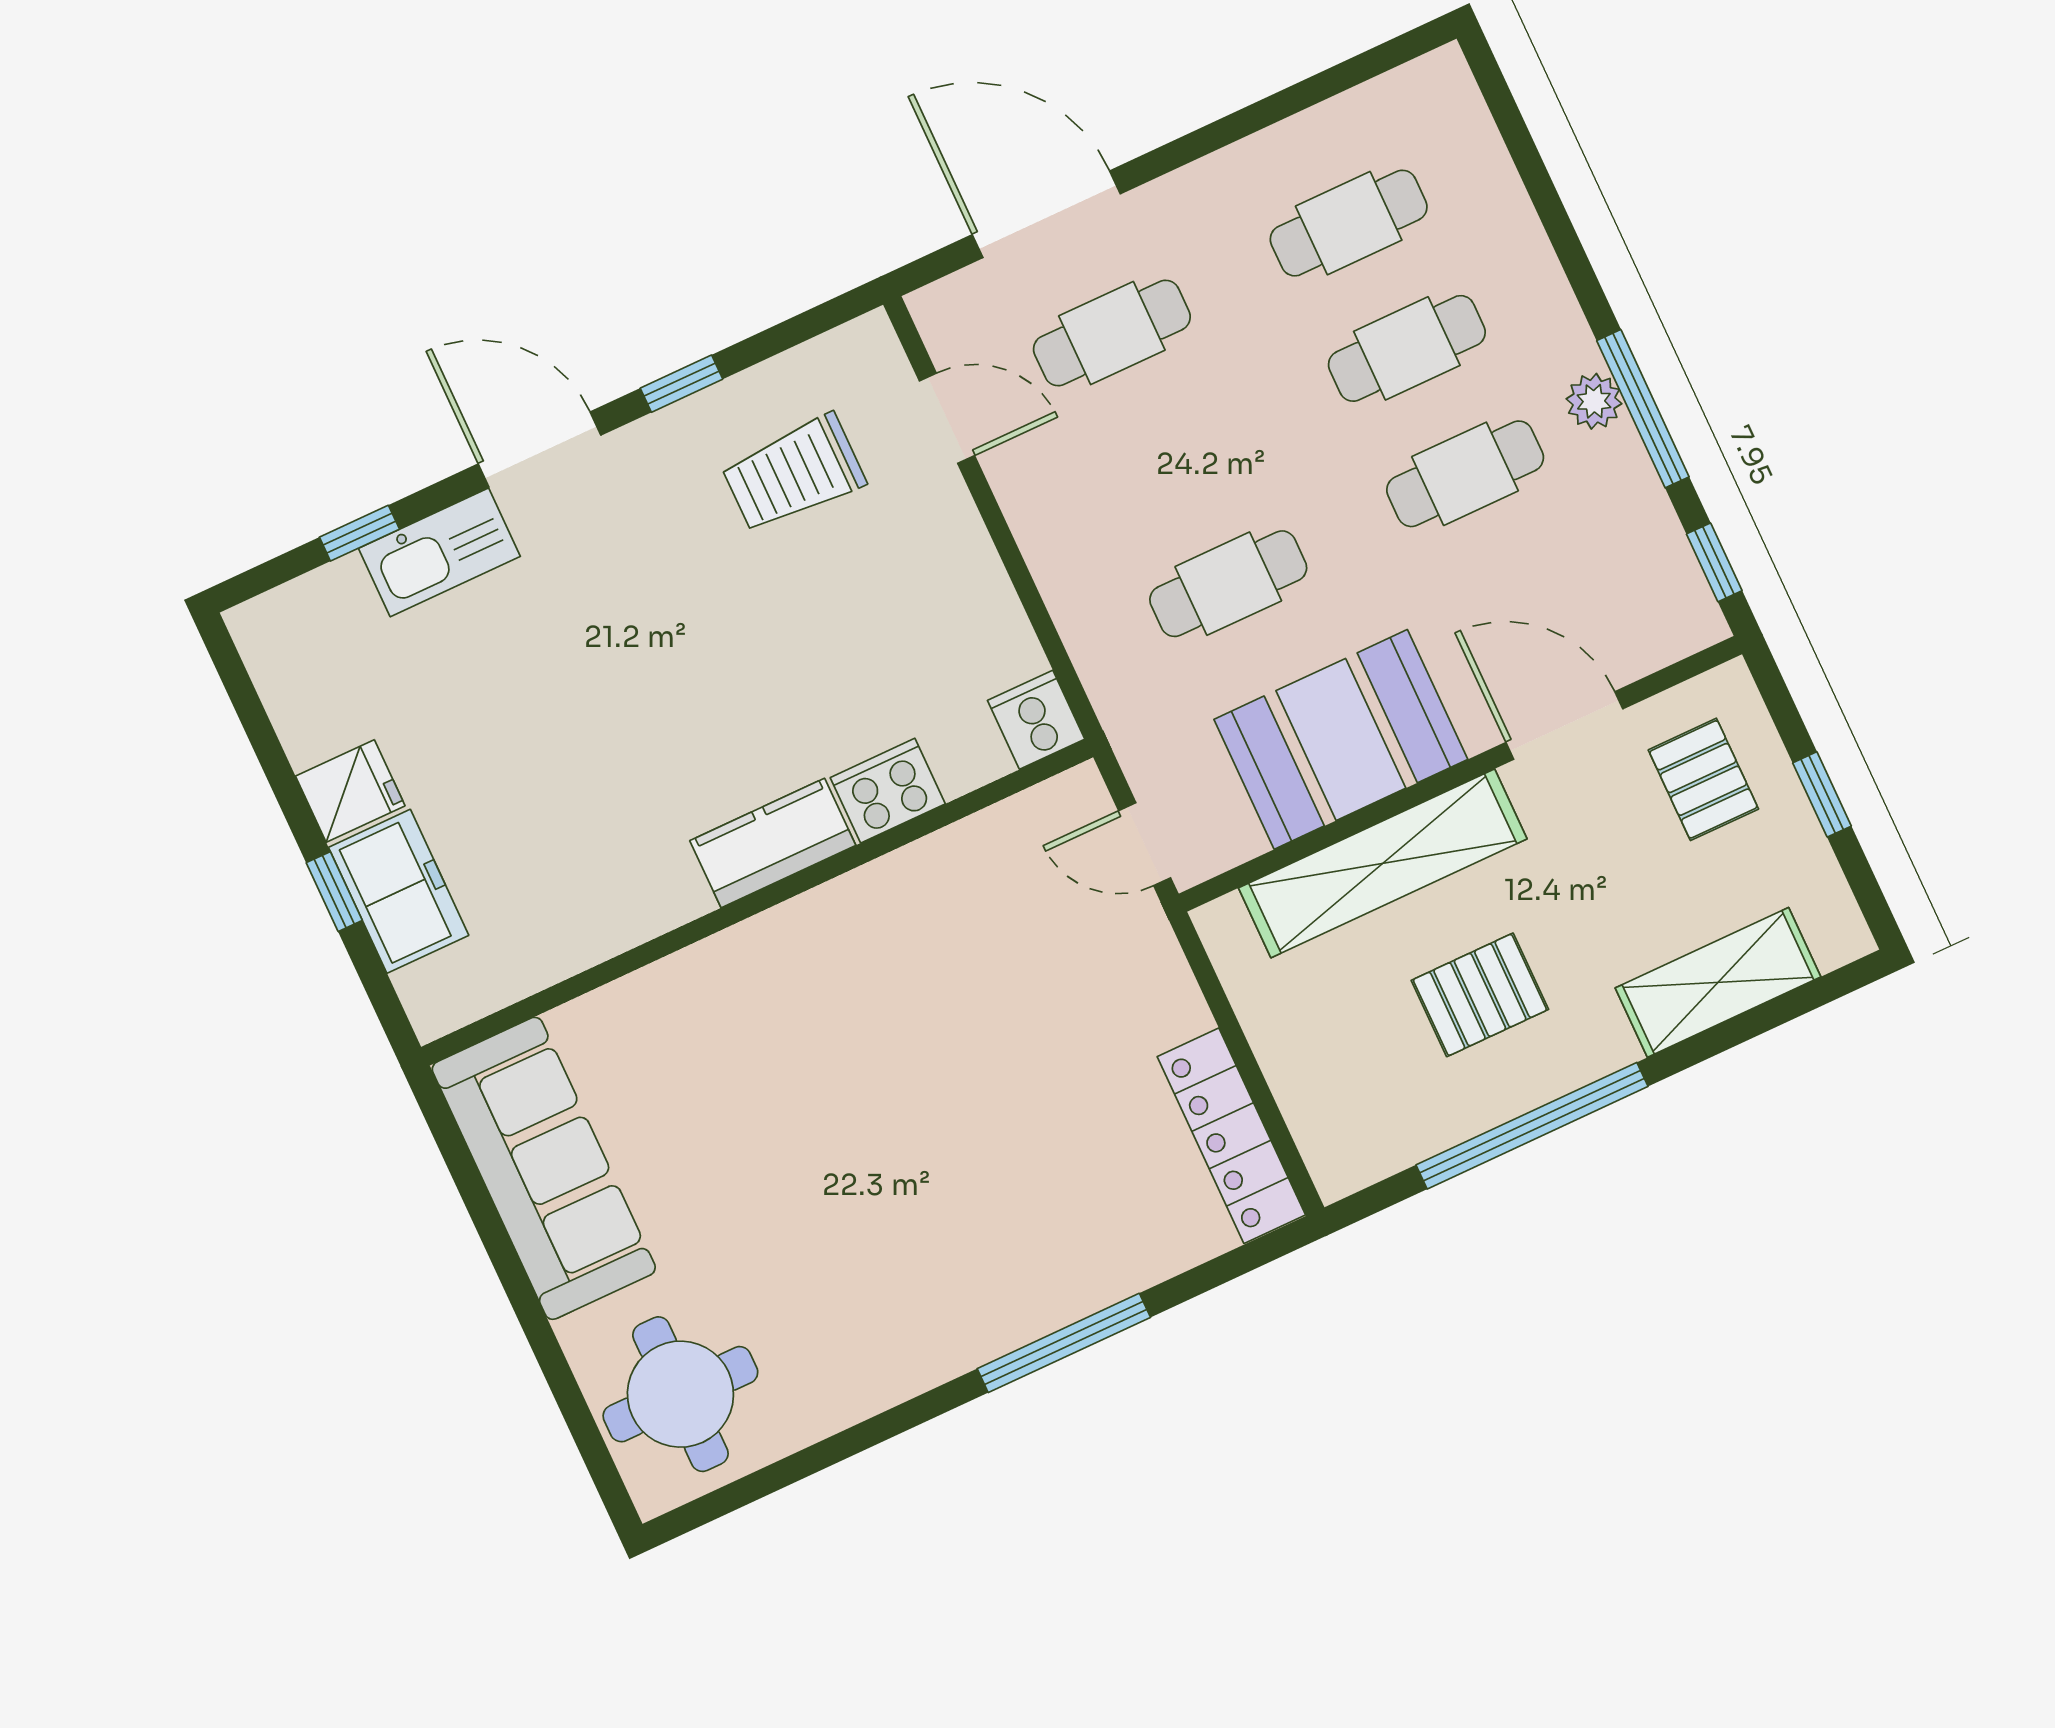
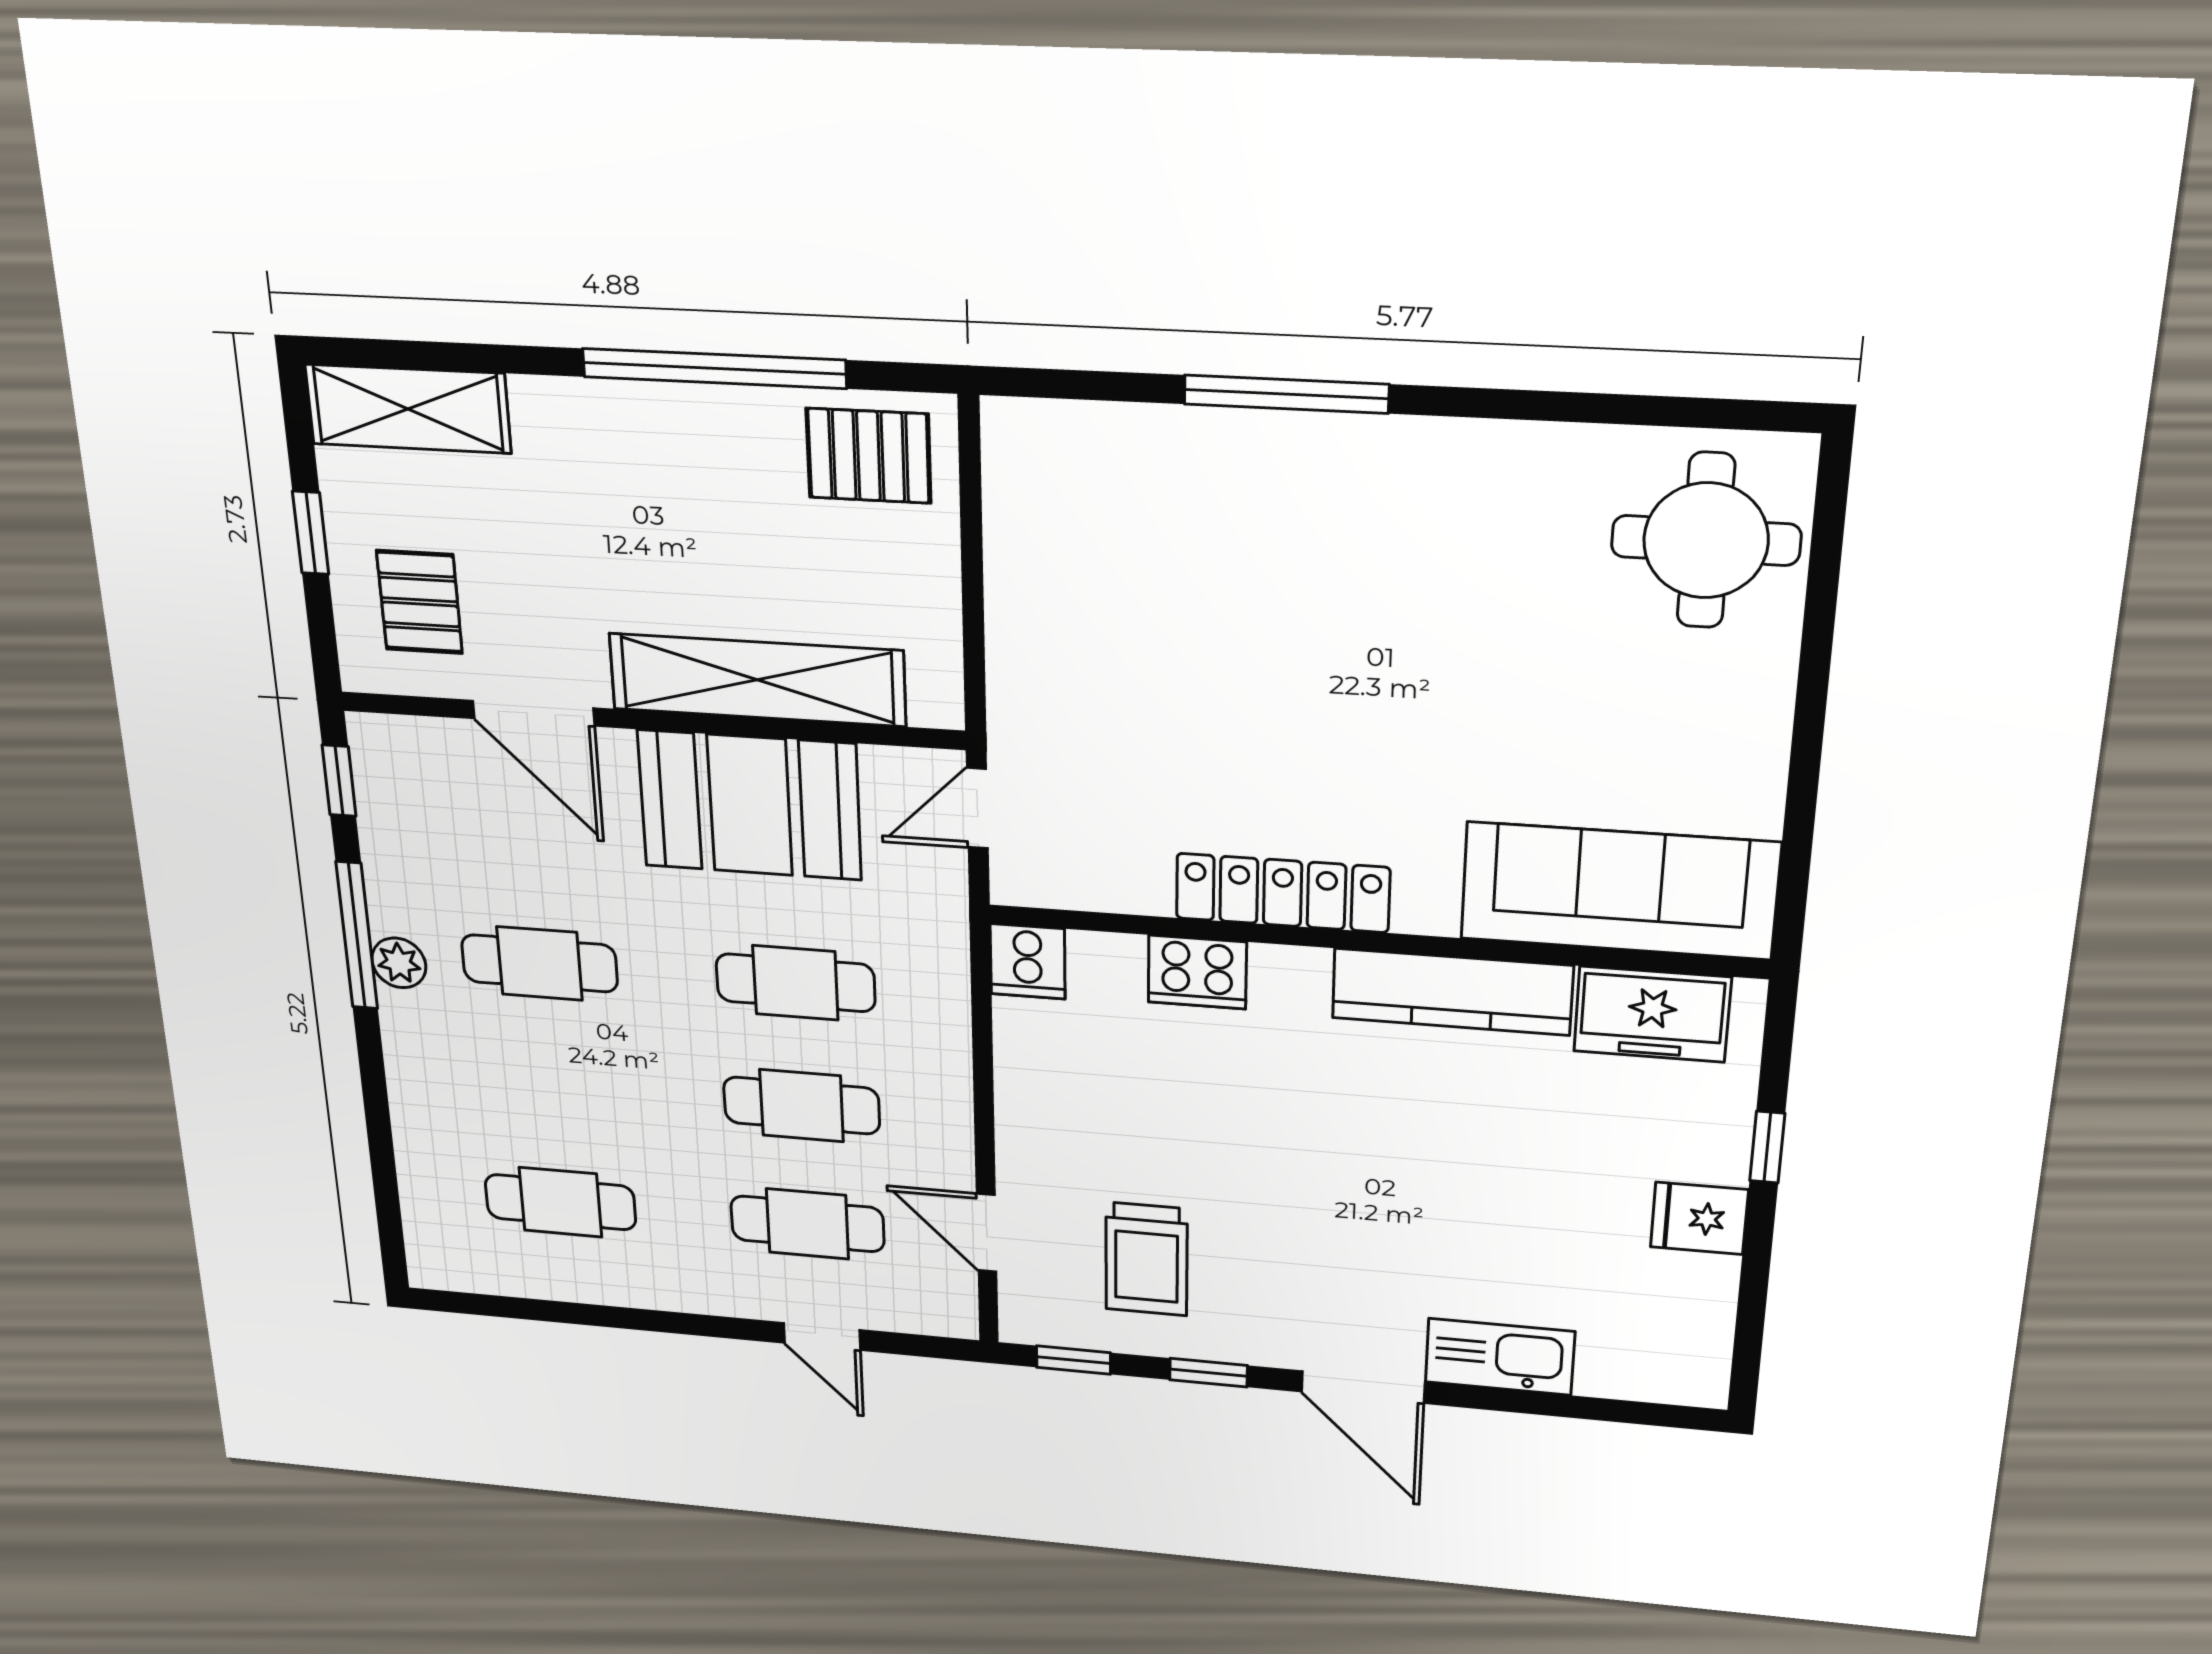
door: (1046, 214) -> (822, 1337), width x0.53
cafe table: (1407, 348) -> (802, 1106), moved
trolley: (794, 474) -> (1146, 1259), turned 90
window: (359, 533) -> (1074, 1360), moved
kitchen counter: (773, 843) -> (1452, 992), moved, width x1.50
door: (1145, 844) -> (977, 808), swing flipped
freezer: (399, 891) -> (1652, 1014), moved, turned -90
shelving: (1718, 982) -> (408, 409), moved
pallet: (1480, 995) -> (869, 456), moved
locker: (1231, 1136) -> (1283, 893), moved, turned -90
sofa: (544, 1168) -> (1619, 891), moved, turned 90

